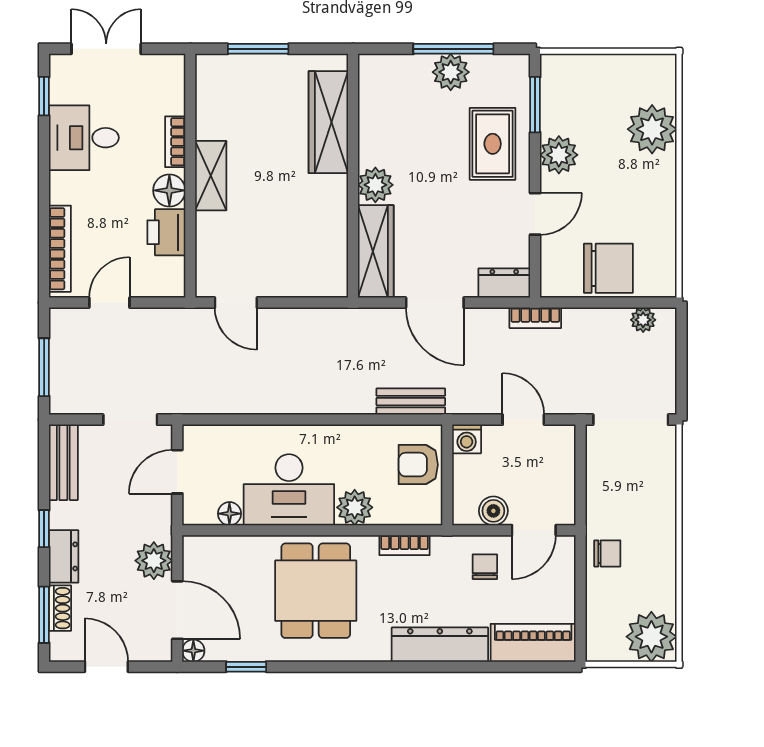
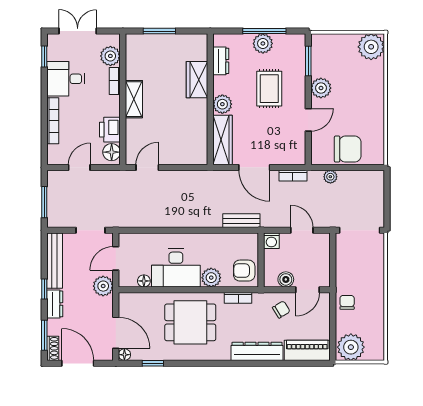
plant: (167, 95) -> (110, 56), added
wardrobe: (328, 122) -> (197, 80), width x0.67
plant: (652, 129) -> (371, 47), moved
rug: (493, 144) -> (269, 89), moved
floor lamp: (169, 190) -> (112, 152), moved
bookcase: (60, 249) -> (53, 121), moved
dresser: (504, 283) -> (221, 61), moved, turned 90
door: (236, 303) -> (147, 167), swing flipped
bookcase: (535, 318) -> (293, 176), moved
plant: (643, 320) -> (330, 177), moved
bench: (63, 462) -> (55, 261), width x1.36
armchair: (418, 465) -> (244, 271), moved
chair: (607, 553) -> (347, 302), turned -90
plant: (154, 561) -> (103, 286), moved
chair: (485, 567) -> (281, 309), turned 58
dining table: (316, 591) -> (190, 322), turned 90
shoe rack: (60, 608) -> (53, 348), moved
plant: (651, 637) -> (351, 347), moved
door: (106, 667) -> (78, 363), width x1.38

